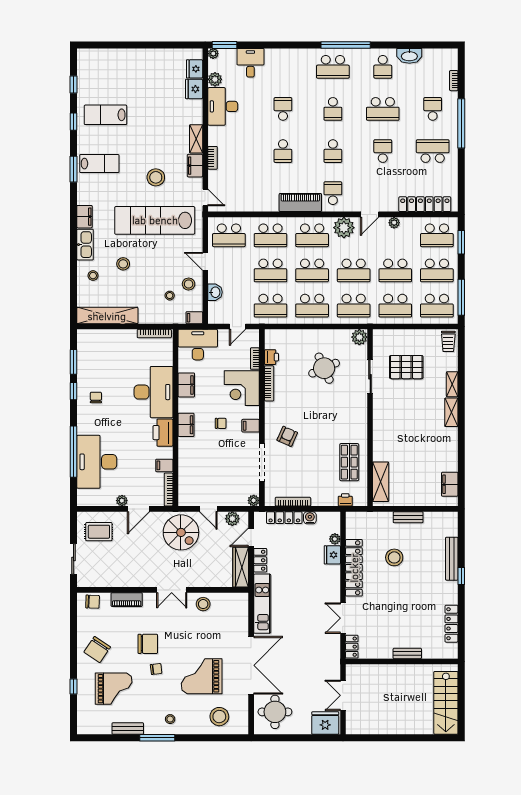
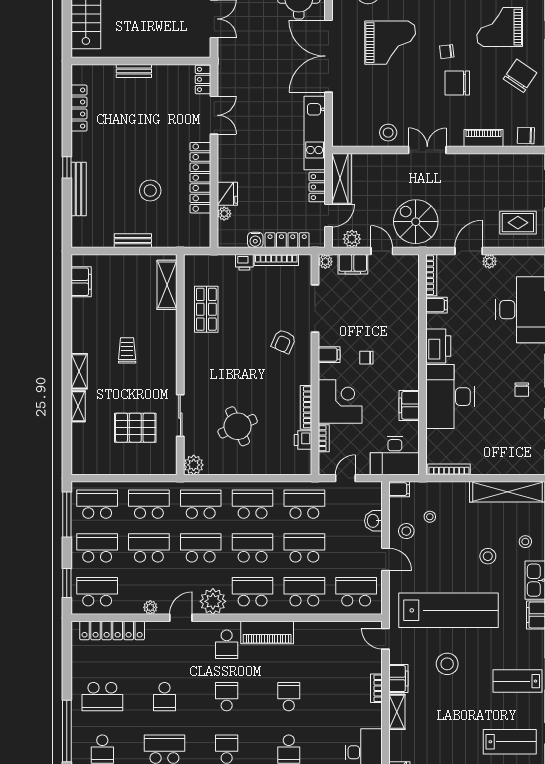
trolley: (448, 341) -> (127, 350), moved
filing cabinet: (186, 425) -> (353, 264), moved, turned -90
printer: (345, 500) -> (244, 262), moved

